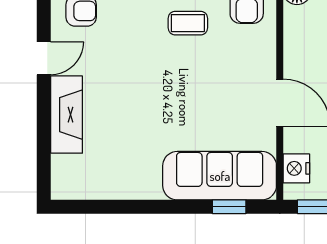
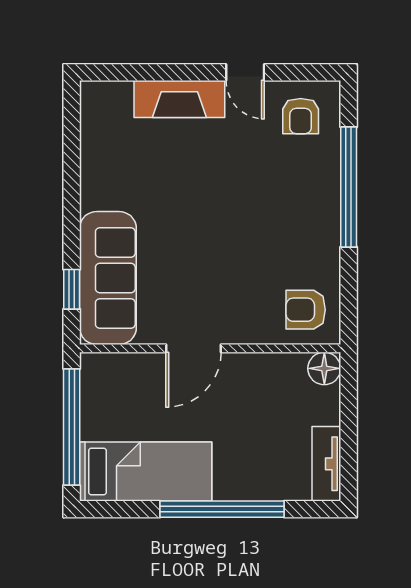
coffee table: (188, 23) -> (286, 241), removed
nightstand: (296, 168) -> (116, 368), removed

